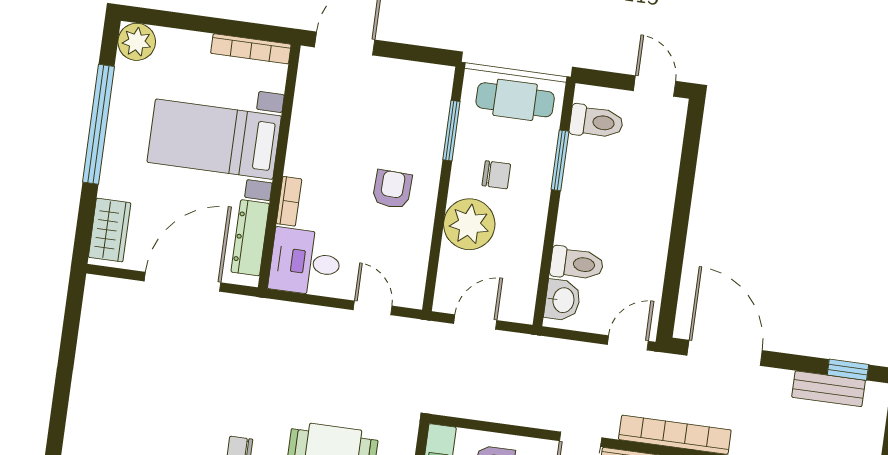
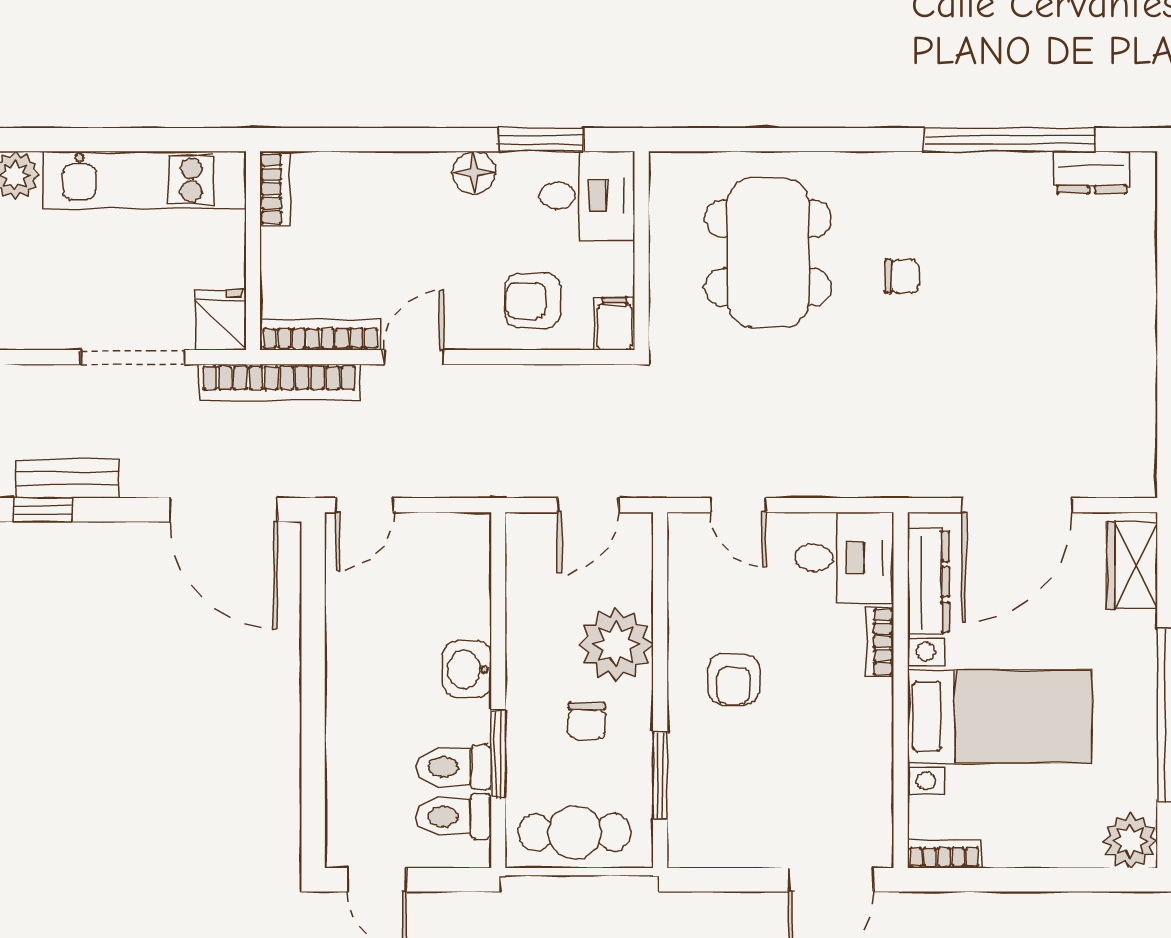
bookcase: (251, 49) -> (944, 854), width x0.64
chair: (496, 175) -> (587, 721), turned -90
toilet: (577, 264) -> (454, 767), moved
washbasin: (562, 300) -> (467, 669), moved

